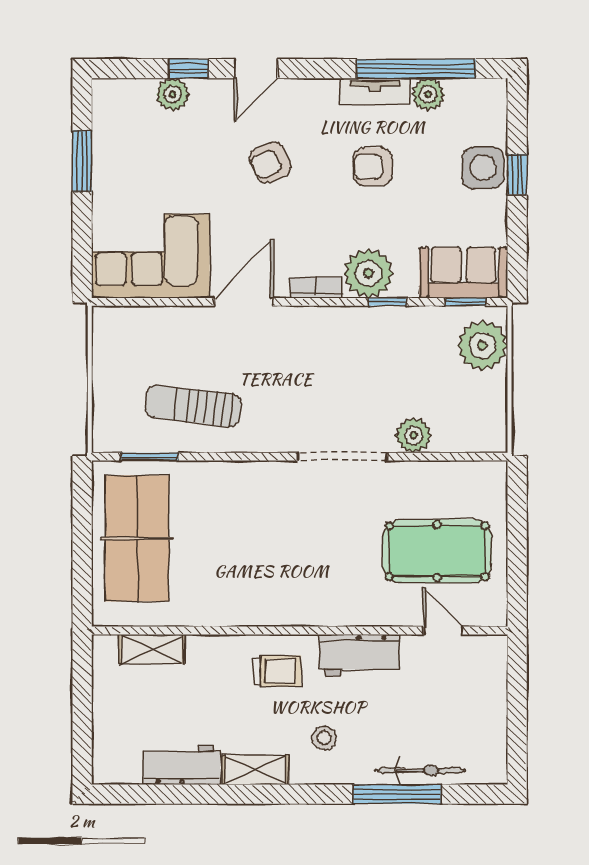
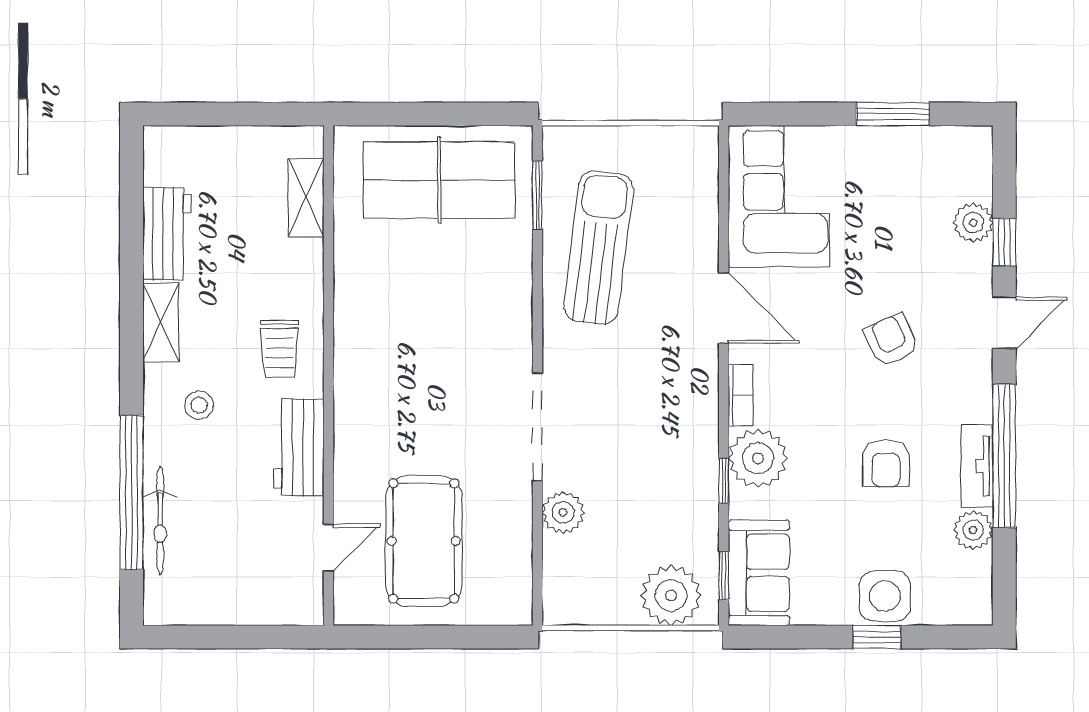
door: (256, 69) -> (1004, 323), swing flipped
window: (416, 69) -> (1004, 456), moved
armchair: (373, 167) -> (886, 463), turned 180
sun lounger: (193, 406) -> (598, 247), width x1.36, depth x1.34
window: (397, 794) -> (132, 493), width x1.46

